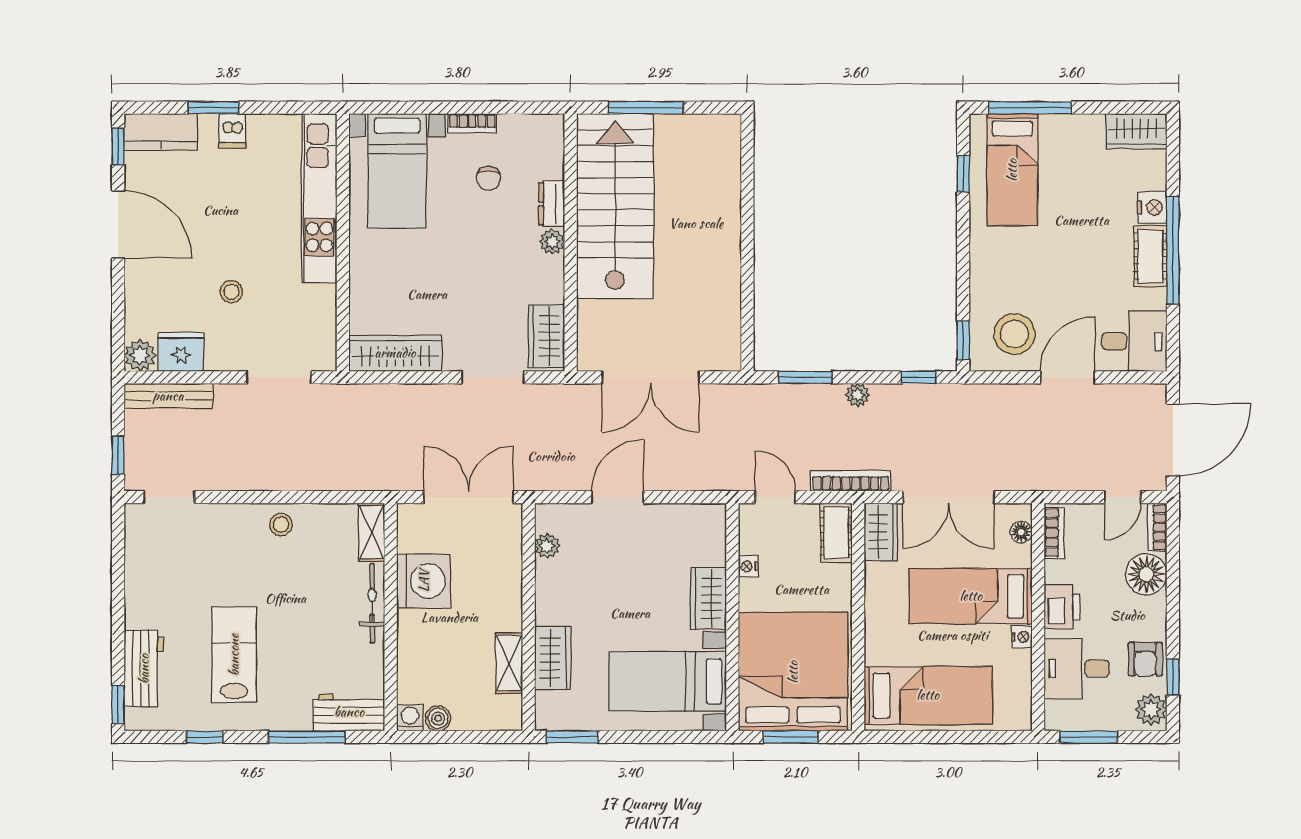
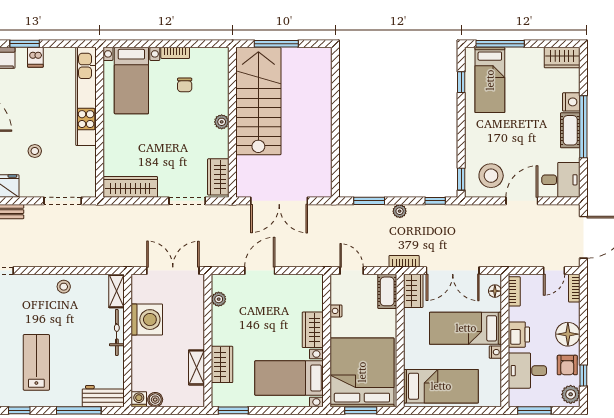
dresser: (552, 204) -> (221, 100), removed
bookcase: (851, 481) -> (404, 261), width x0.64
floor lamp: (1146, 574) -> (568, 334), moved

